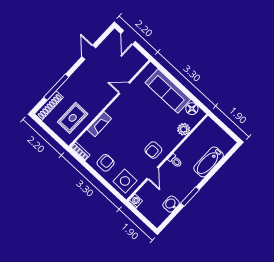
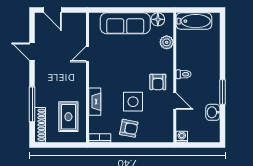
bathtub: (209, 162) -> (194, 21), moved, turned -90
armchair: (106, 163) -> (129, 128), turned 101
side table: (125, 181) -> (133, 102), moved

